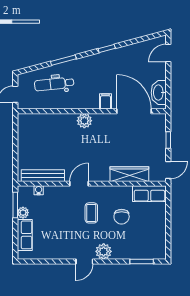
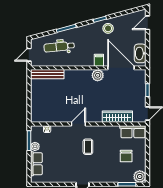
stool: (117, 60) -> (108, 28), added
plant: (84, 121) -> (98, 75), moved
bench: (43, 176) -> (47, 74), moved
chair: (122, 217) -> (126, 156), moved
plant: (104, 251) -> (140, 177), moved

